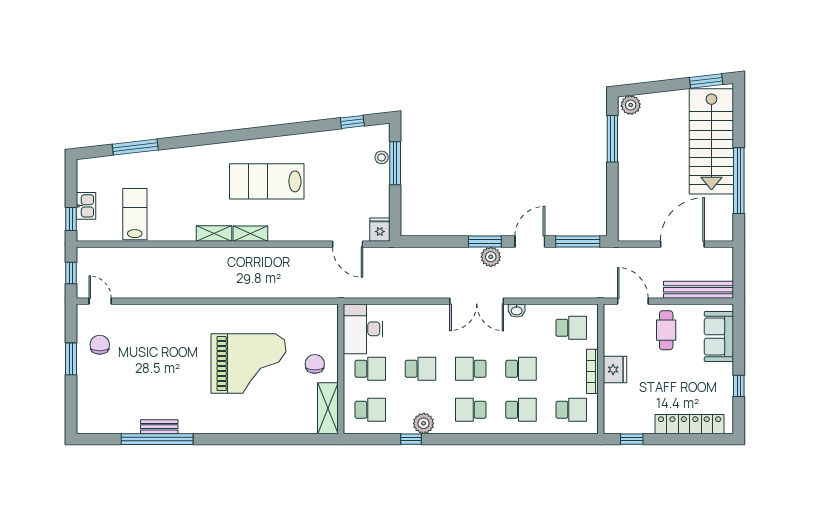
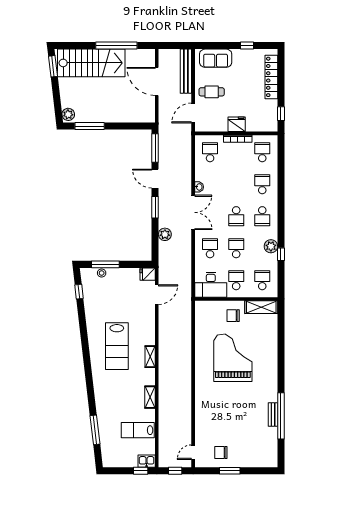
kitchen sink: (86, 206) -> (147, 461), moved
shelving: (214, 234) -> (150, 397), moved
plant: (491, 257) -> (165, 234), moved
school desk: (521, 369) -> (210, 248), moved

